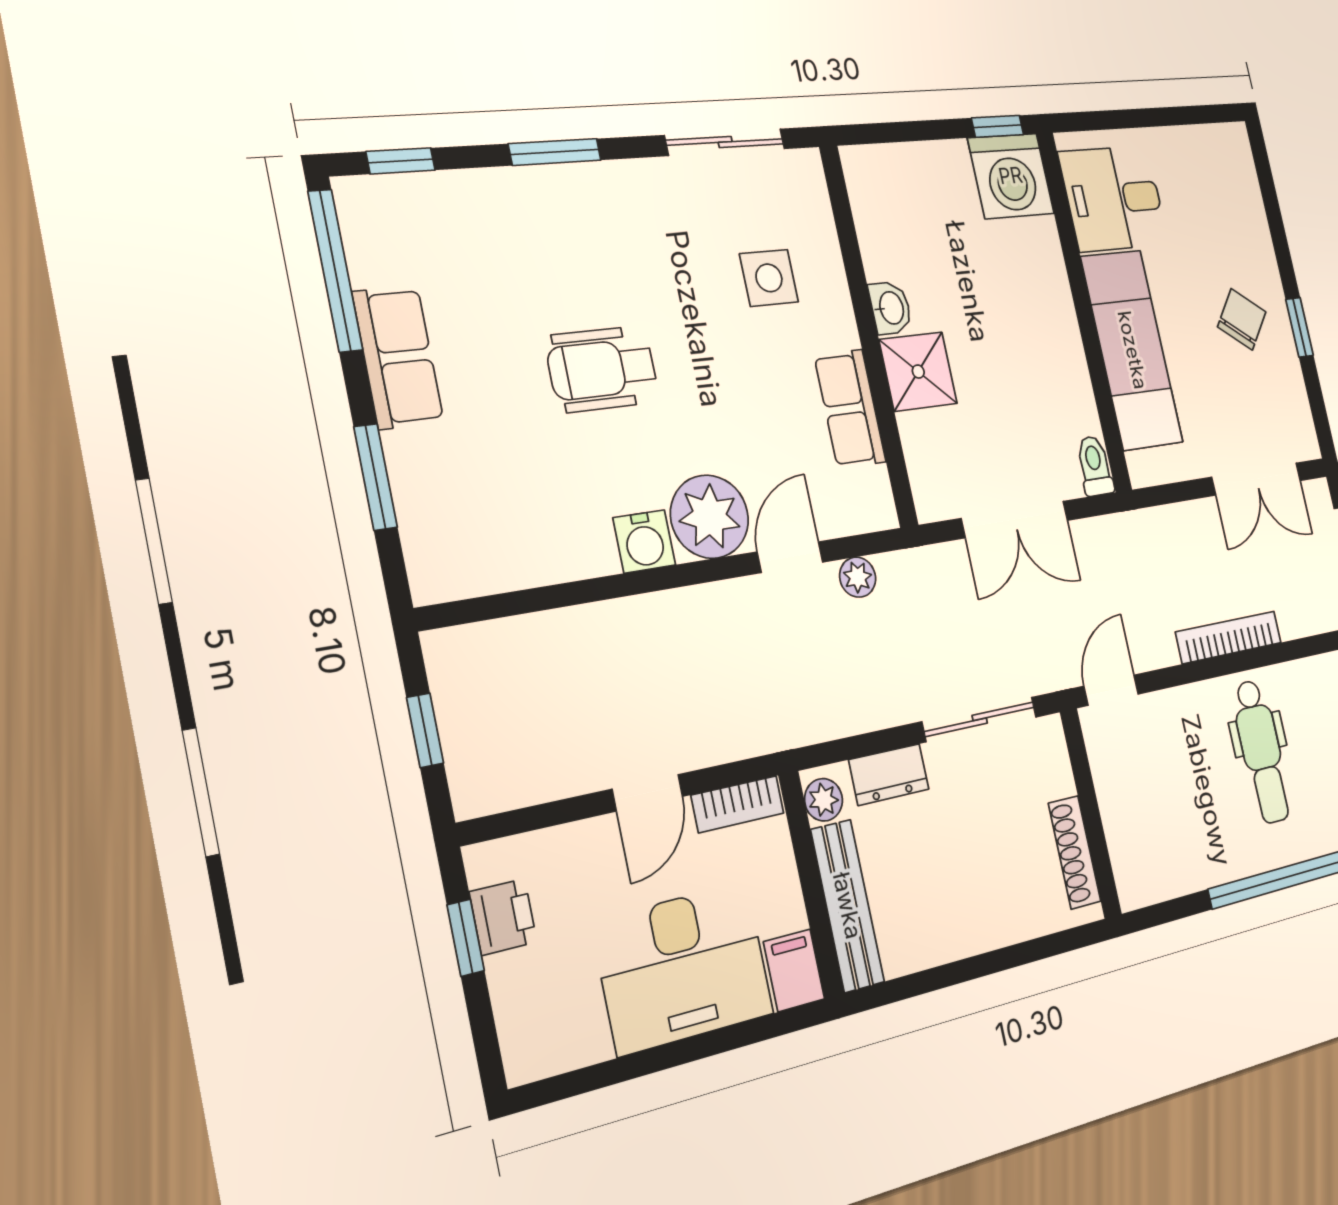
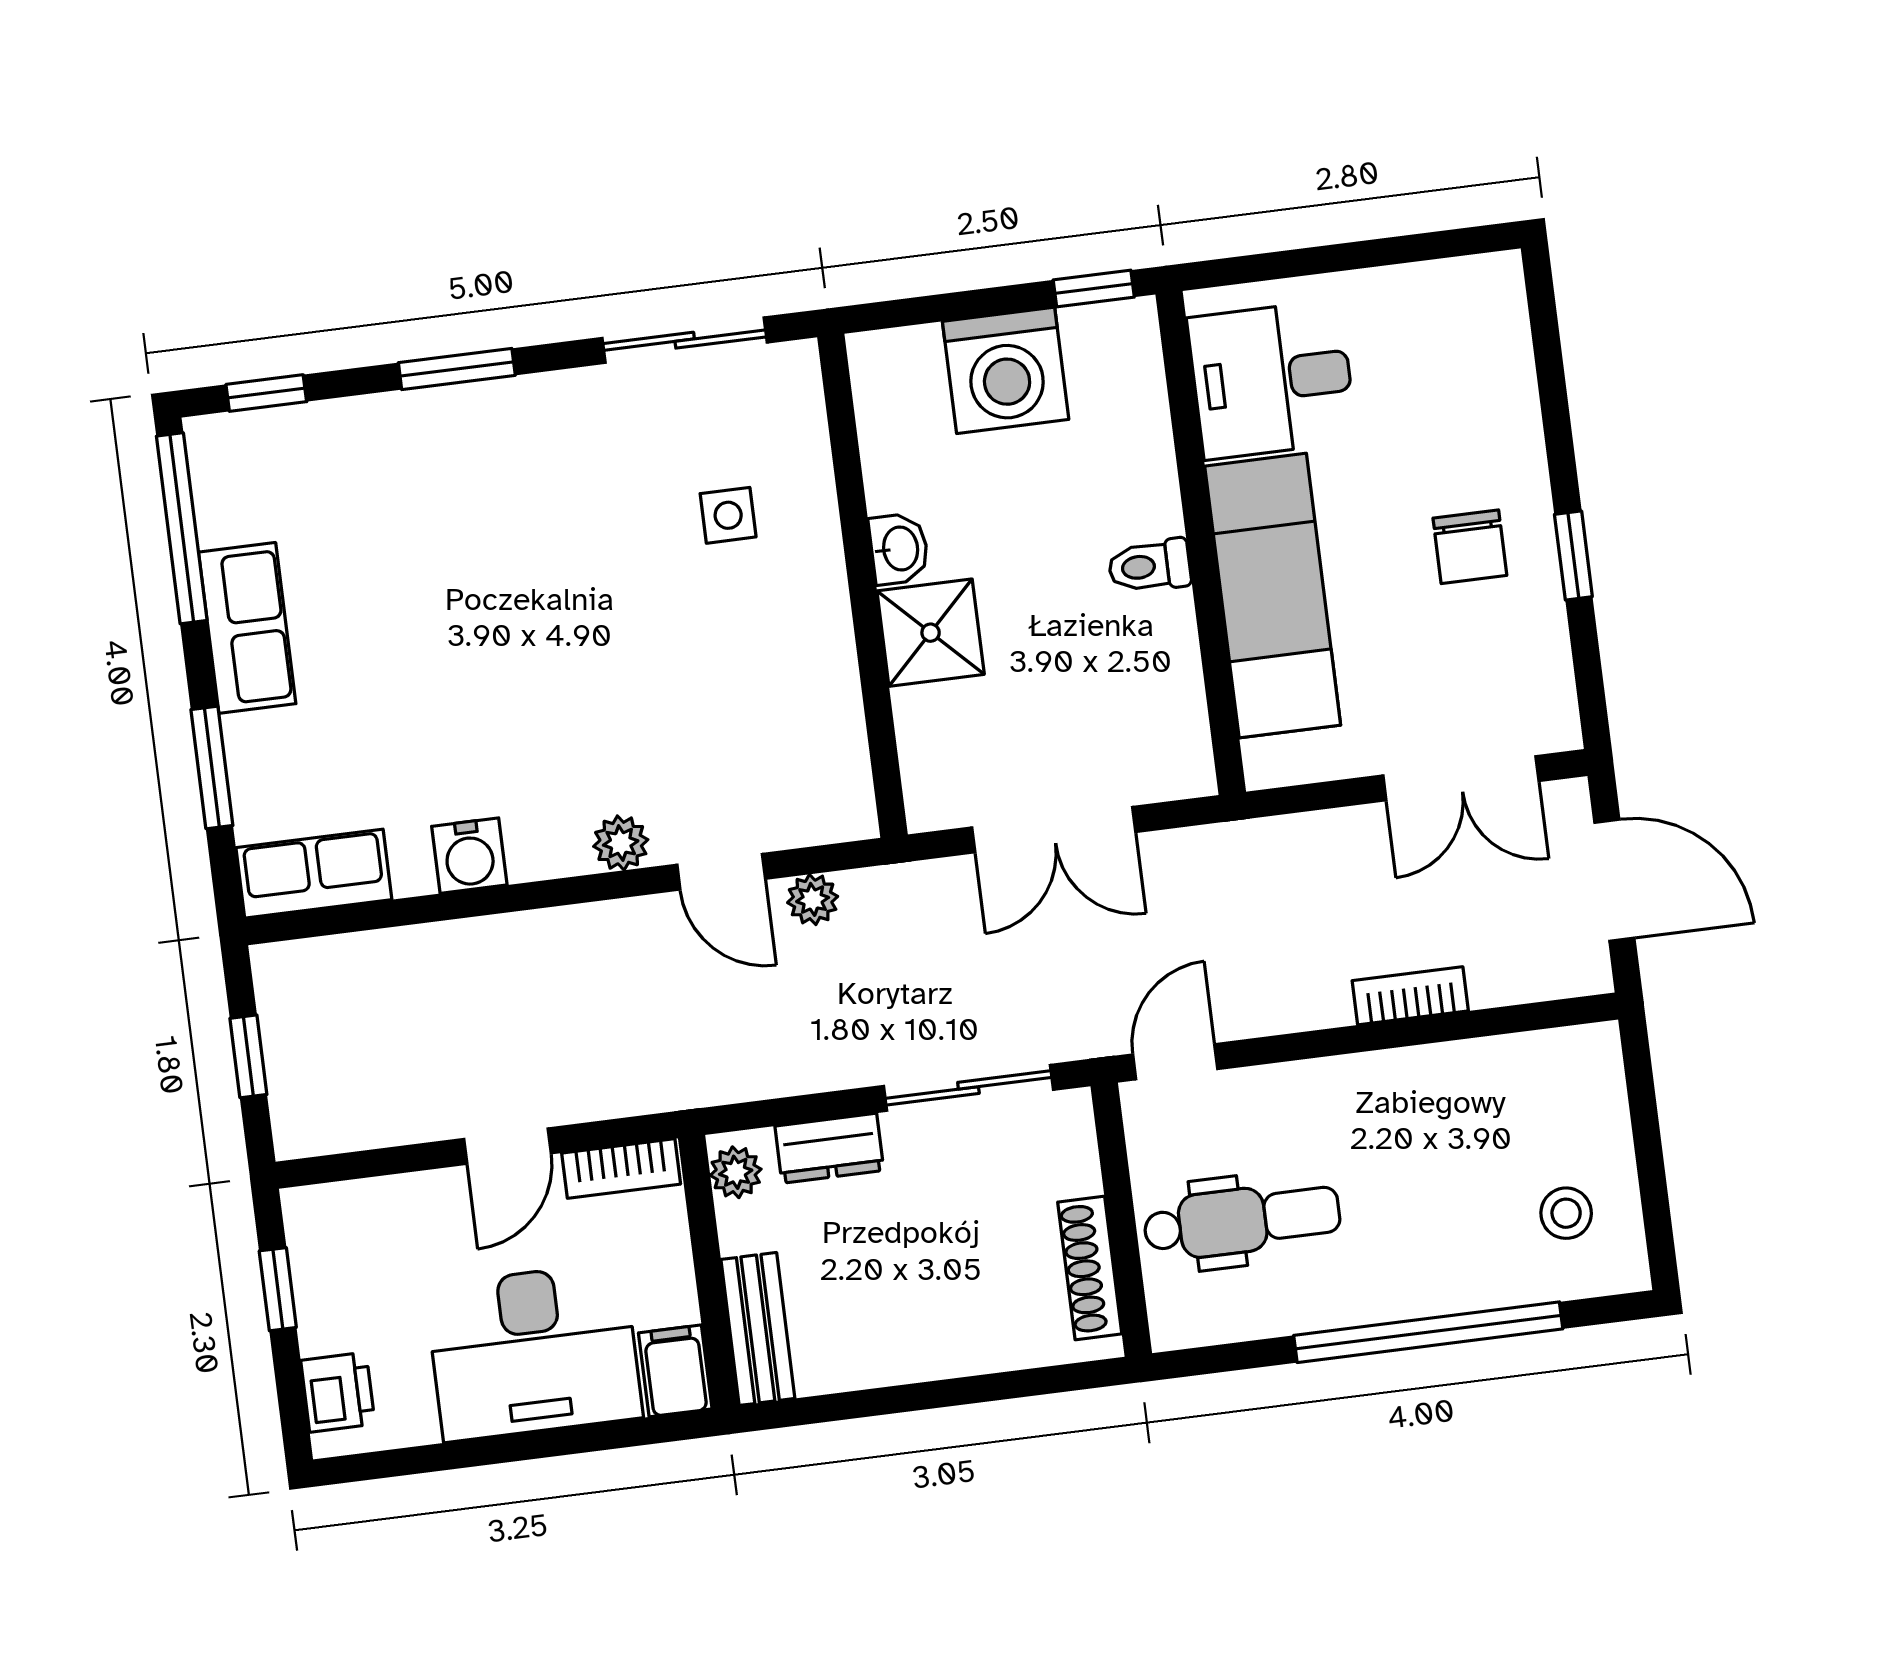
washing machine: (1011, 176) -> (1006, 370), moved
side table: (769, 278) -> (728, 515), width x0.73, depth x0.73
chair: (1242, 319) -> (1470, 547), turned 143
wheelchair: (602, 369) -> (494, 637), removed
row of seats: (850, 409) -> (314, 874), moved, turned 90
toilet: (1095, 466) -> (1150, 566), moved, turned -90
plant: (710, 517) -> (621, 843), width x0.53, depth x0.53
water cooler: (644, 541) -> (469, 856), moved
door: (790, 557) -> (721, 872), swing flipped
bookcase: (1229, 637) -> (1410, 996), width x0.64
dental chair: (1262, 752) -> (1242, 1220), moved, turned -90
bench: (847, 906) -> (758, 1329), width x0.73
printer: (503, 917) -> (338, 1392), moved

